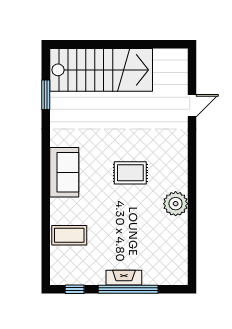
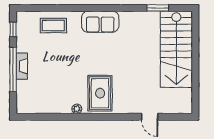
rug: (130, 173) -> (100, 93), moved, width x1.36, depth x1.43
plant: (176, 204) -> (77, 109), width x0.53, depth x0.53
coffee table: (69, 235) -> (53, 25), turned 90

